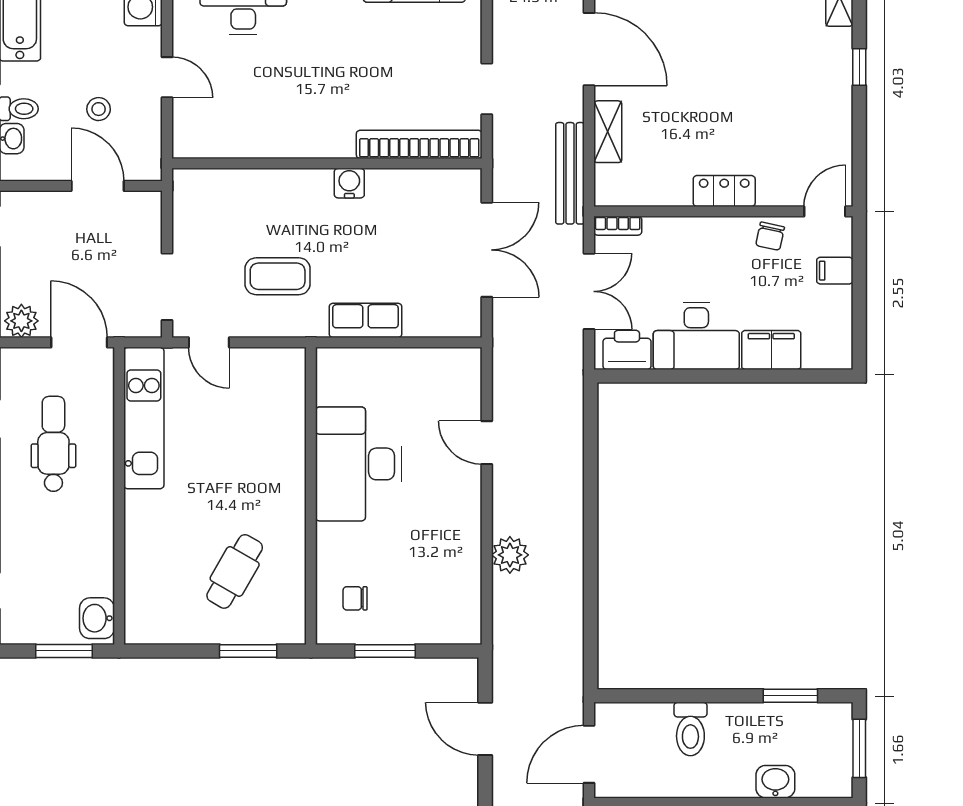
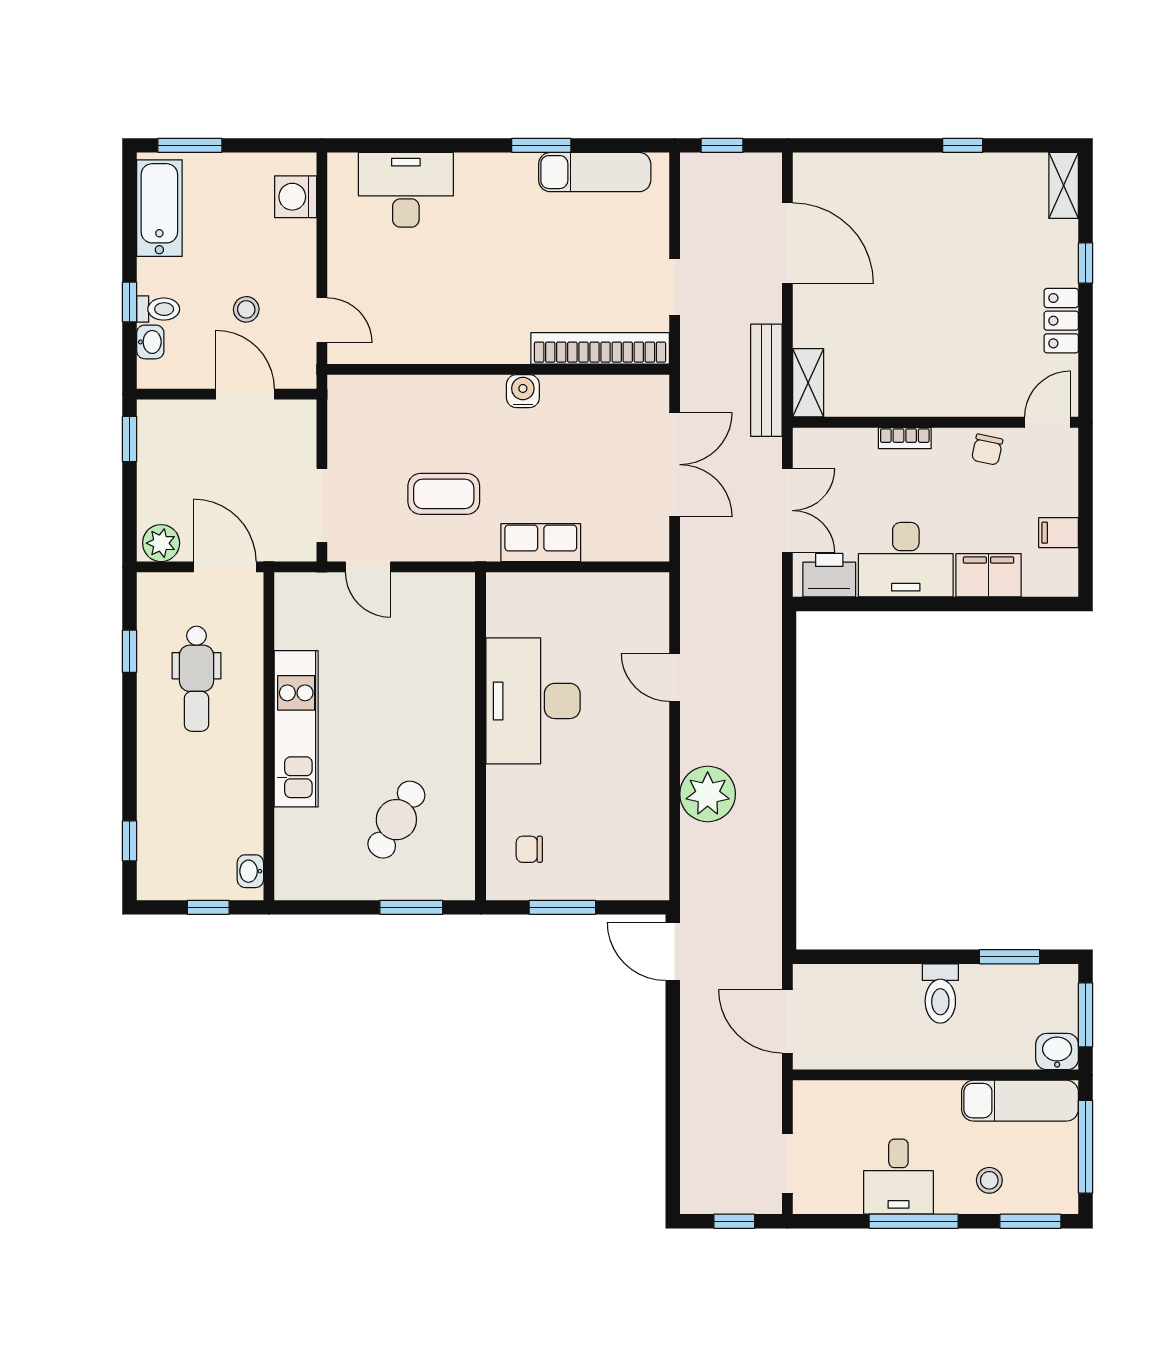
door: (167, 77) -> (322, 320), moved
shelving: (608, 132) -> (808, 383), moved
locker: (724, 191) -> (1061, 321), moved, turned -90
bookcase: (618, 226) -> (905, 438), moved
filing cabinet: (835, 271) -> (1059, 533), moved
kitchen unit: (144, 418) -> (296, 729), moved
dental chair: (53, 444) -> (196, 679), turned 180
plant: (510, 555) -> (708, 794), width x1.36, depth x1.36
washbasin: (97, 618) -> (250, 871), width x0.72, depth x0.69
window: (64, 651) -> (208, 907), width x0.67
door: (485, 729) -> (673, 951), moved
toilet: (690, 729) -> (940, 993), moved
door: (589, 754) -> (787, 1021), hinge flipped
washbasin: (775, 782) -> (1057, 1052), moved

